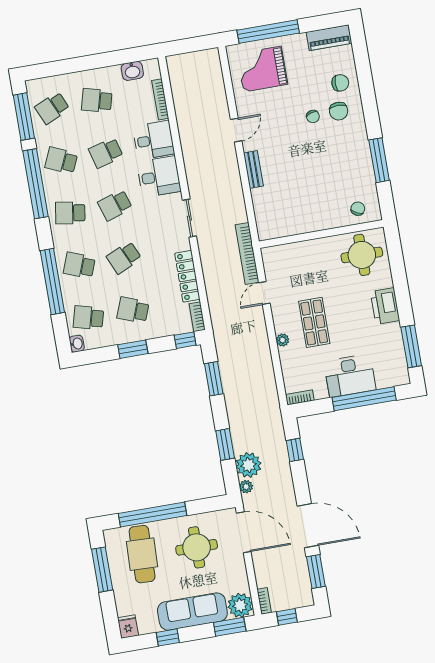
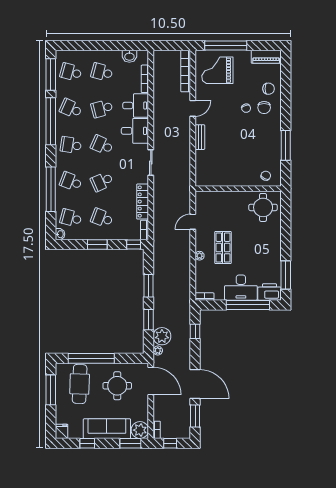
school desk: (52, 108) -> (71, 72), turned 39
school desk: (115, 205) -> (102, 145), turned 42
bookcase: (247, 254) -> (186, 71), moved
printer: (385, 306) -> (270, 292), moved, turned 90
window: (214, 379) -> (148, 286), moved

